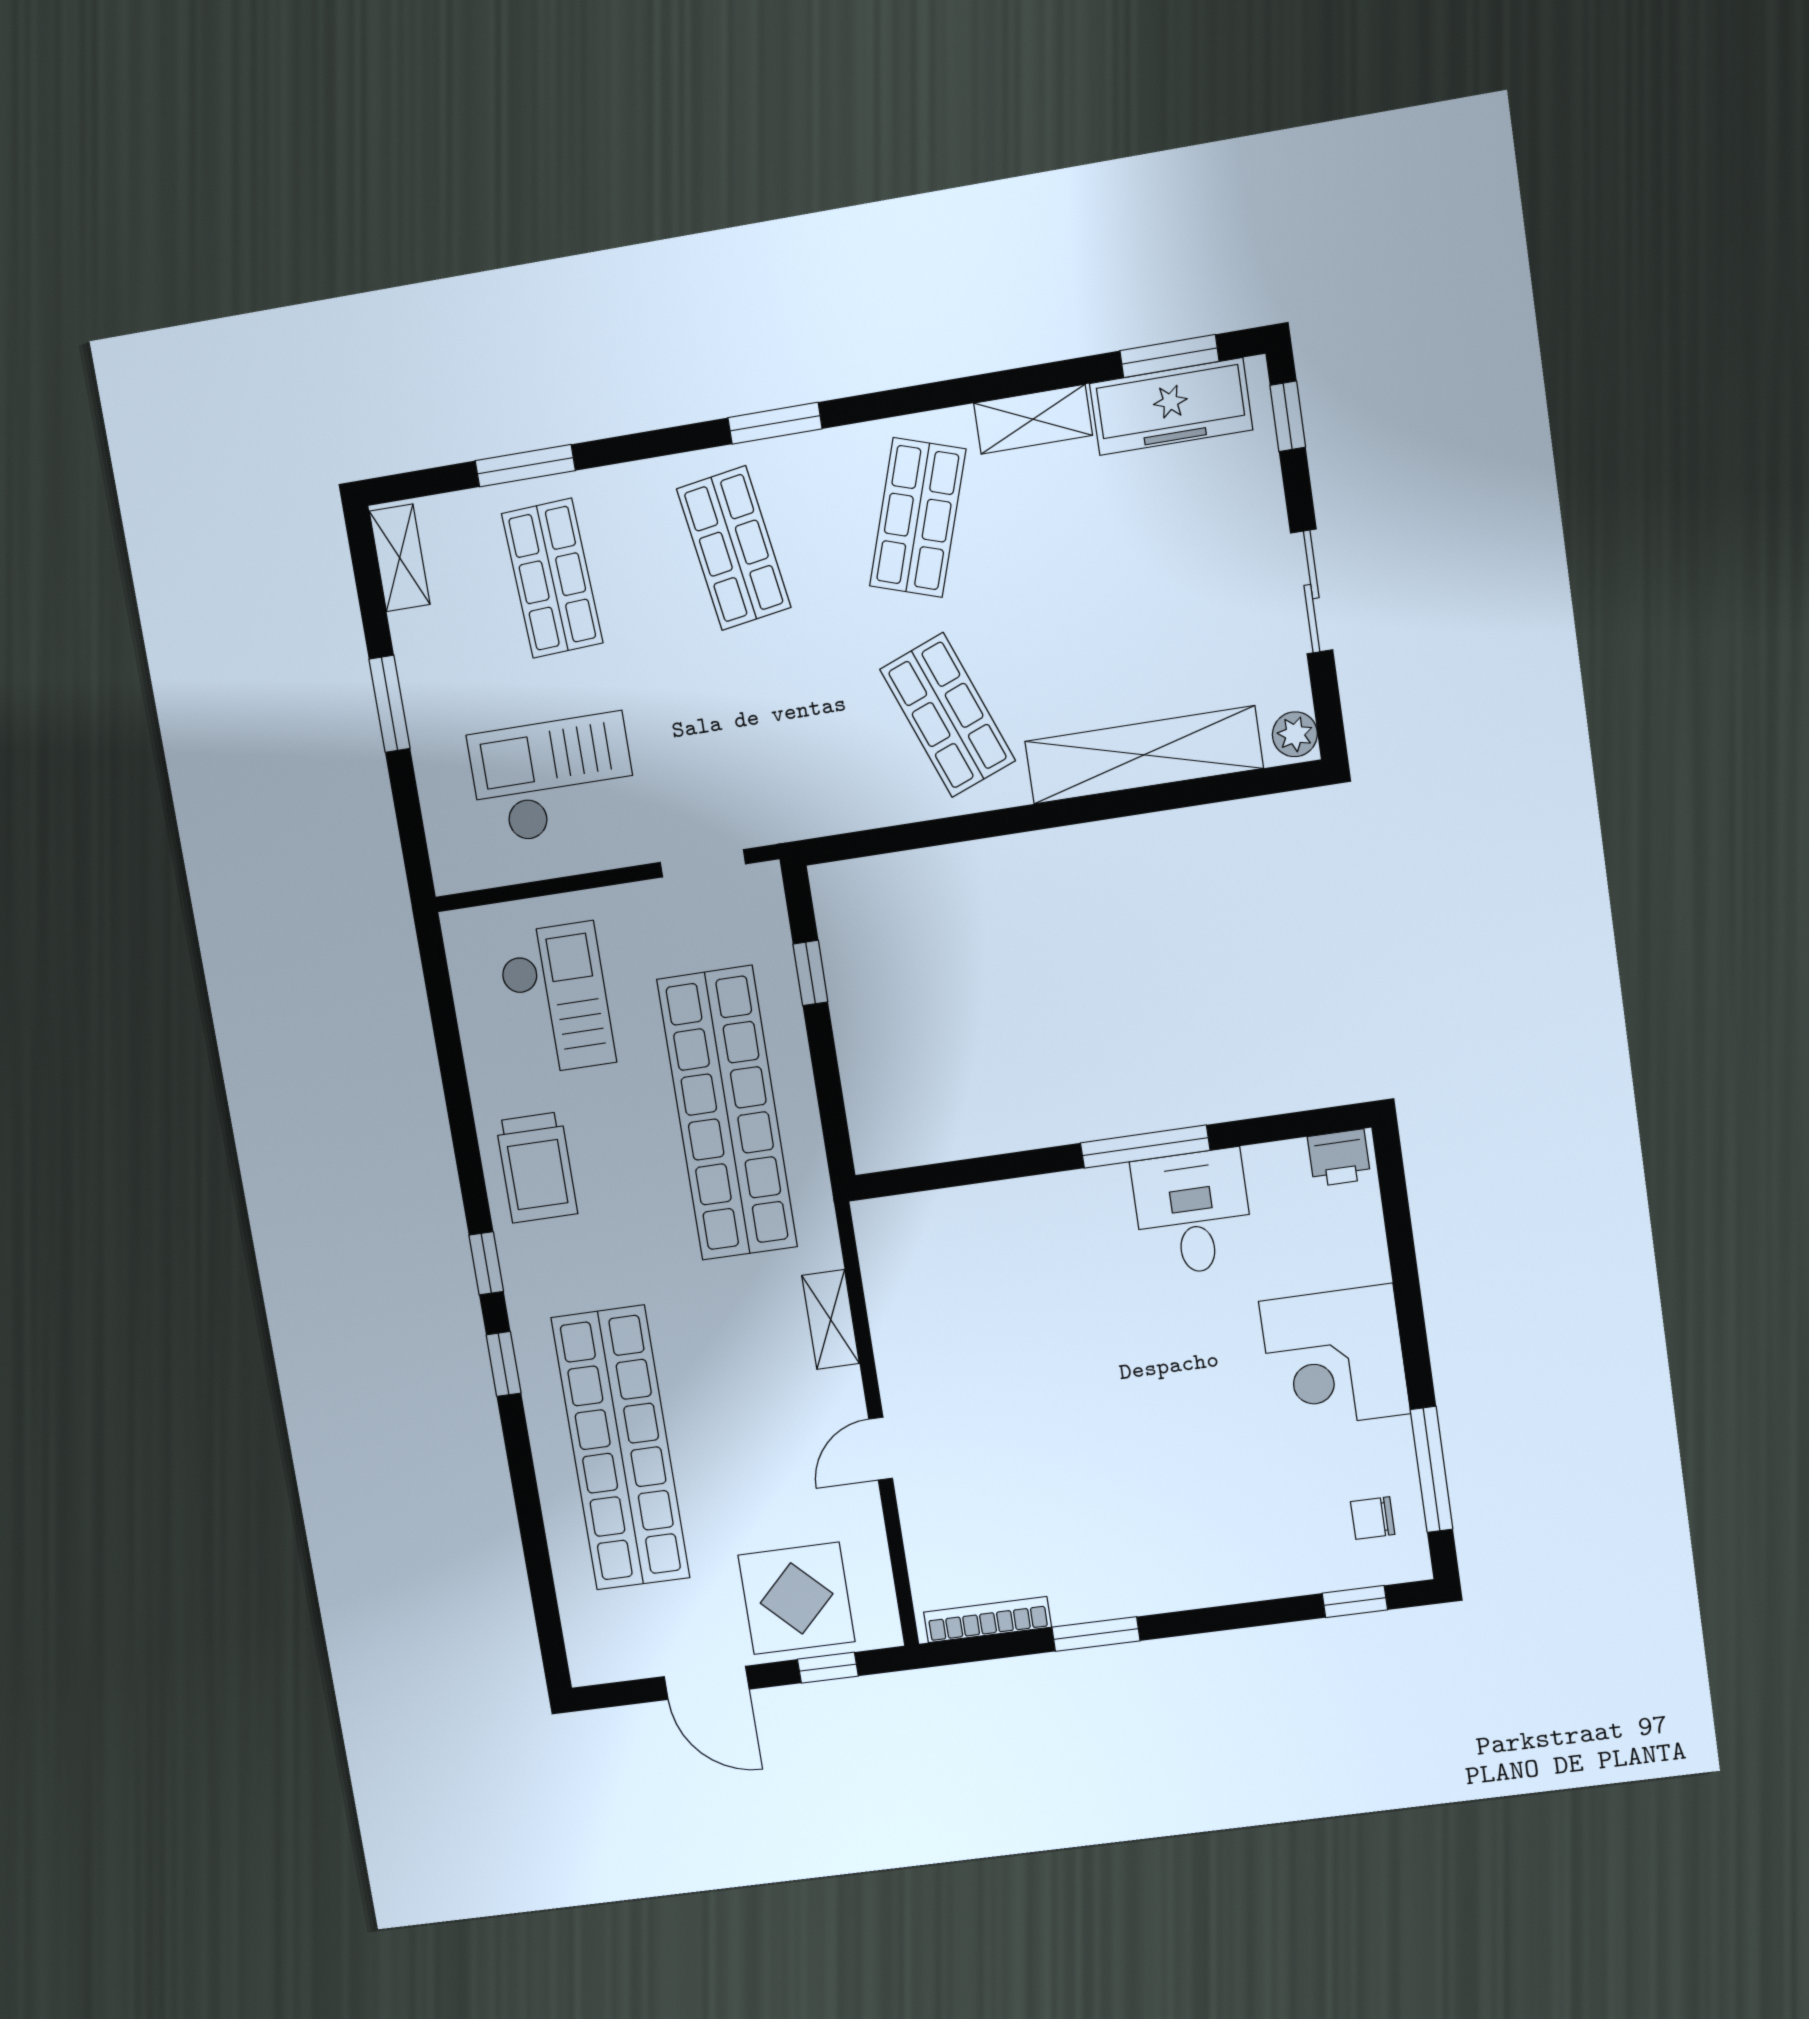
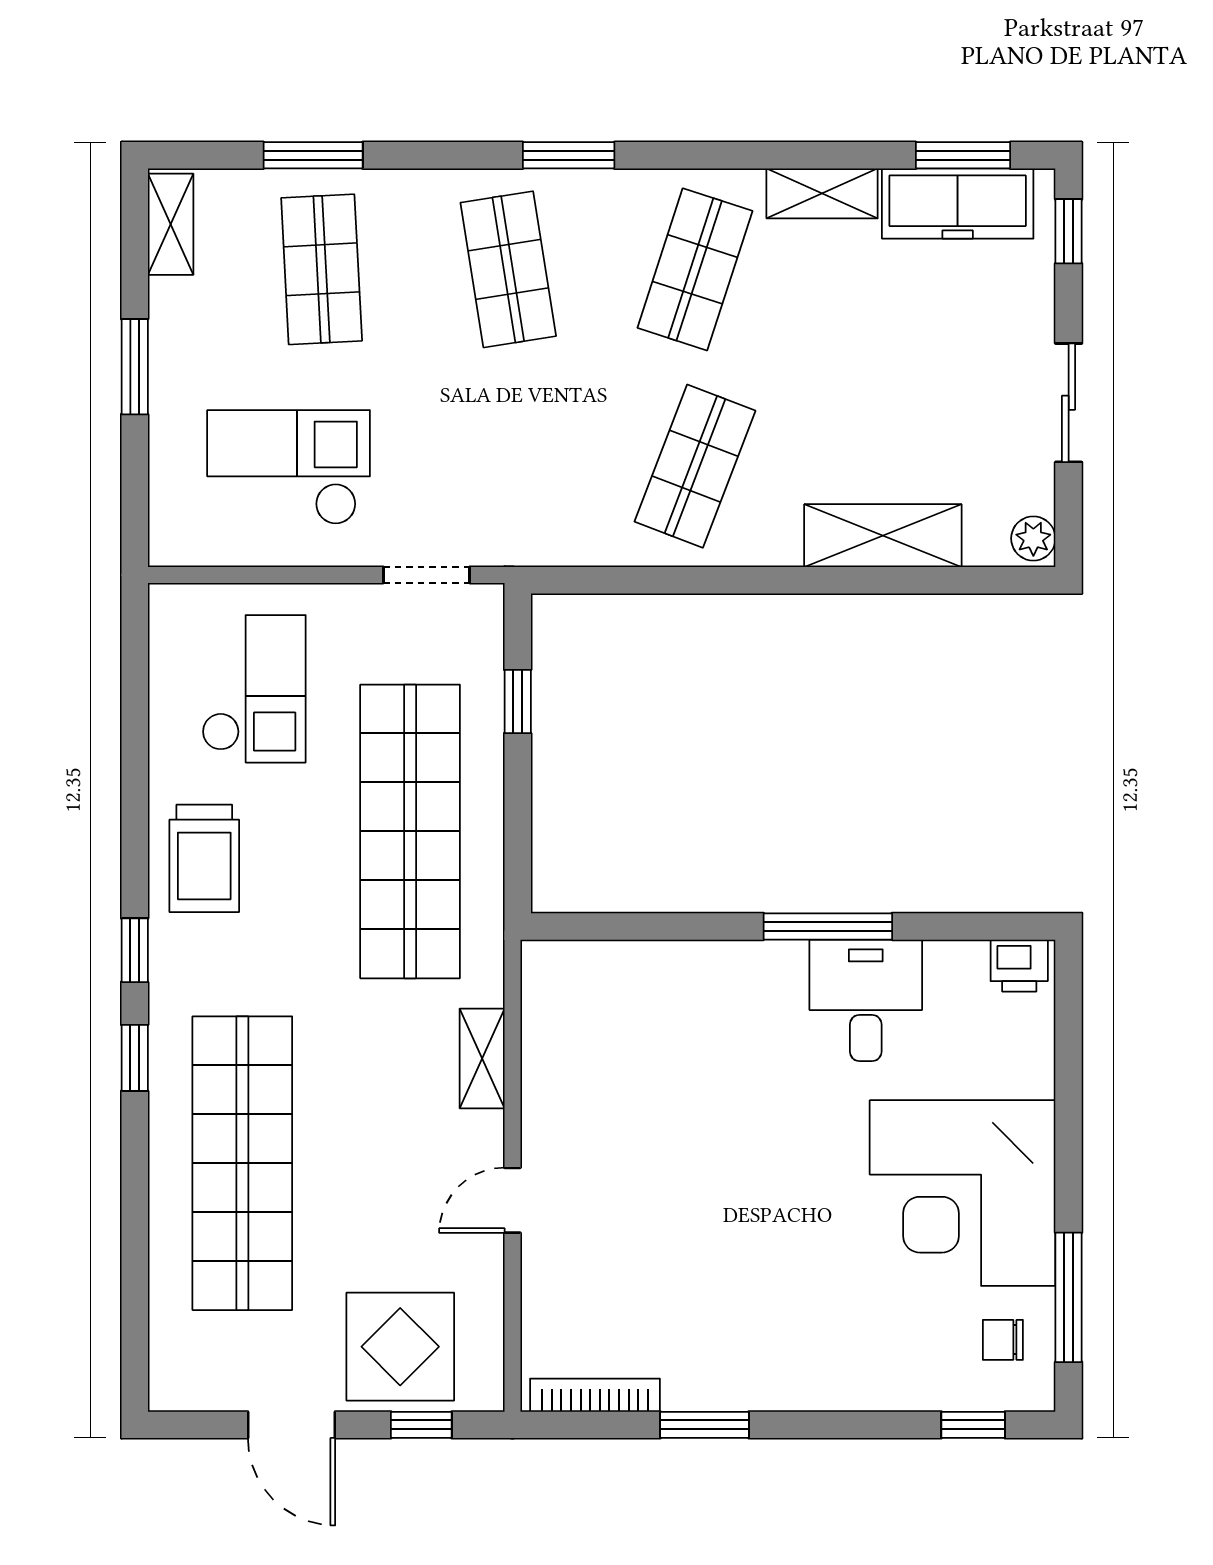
shop shelf: (948, 715) -> (695, 466), turned 42
shelving: (1144, 755) -> (883, 536), width x0.68
corner desk: (1335, 1357) -> (963, 1193), width x1.36, depth x1.36

